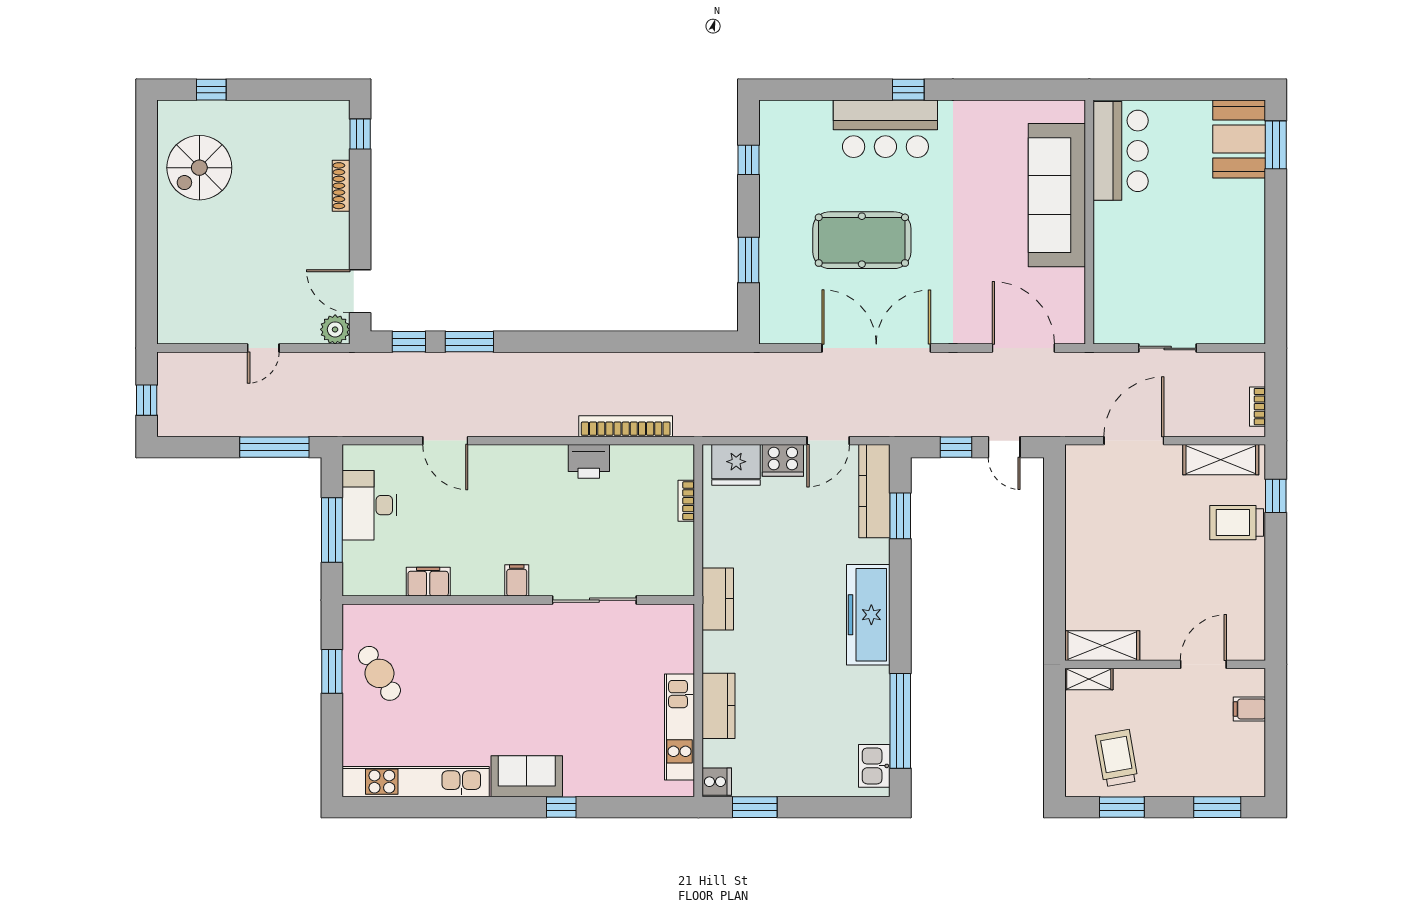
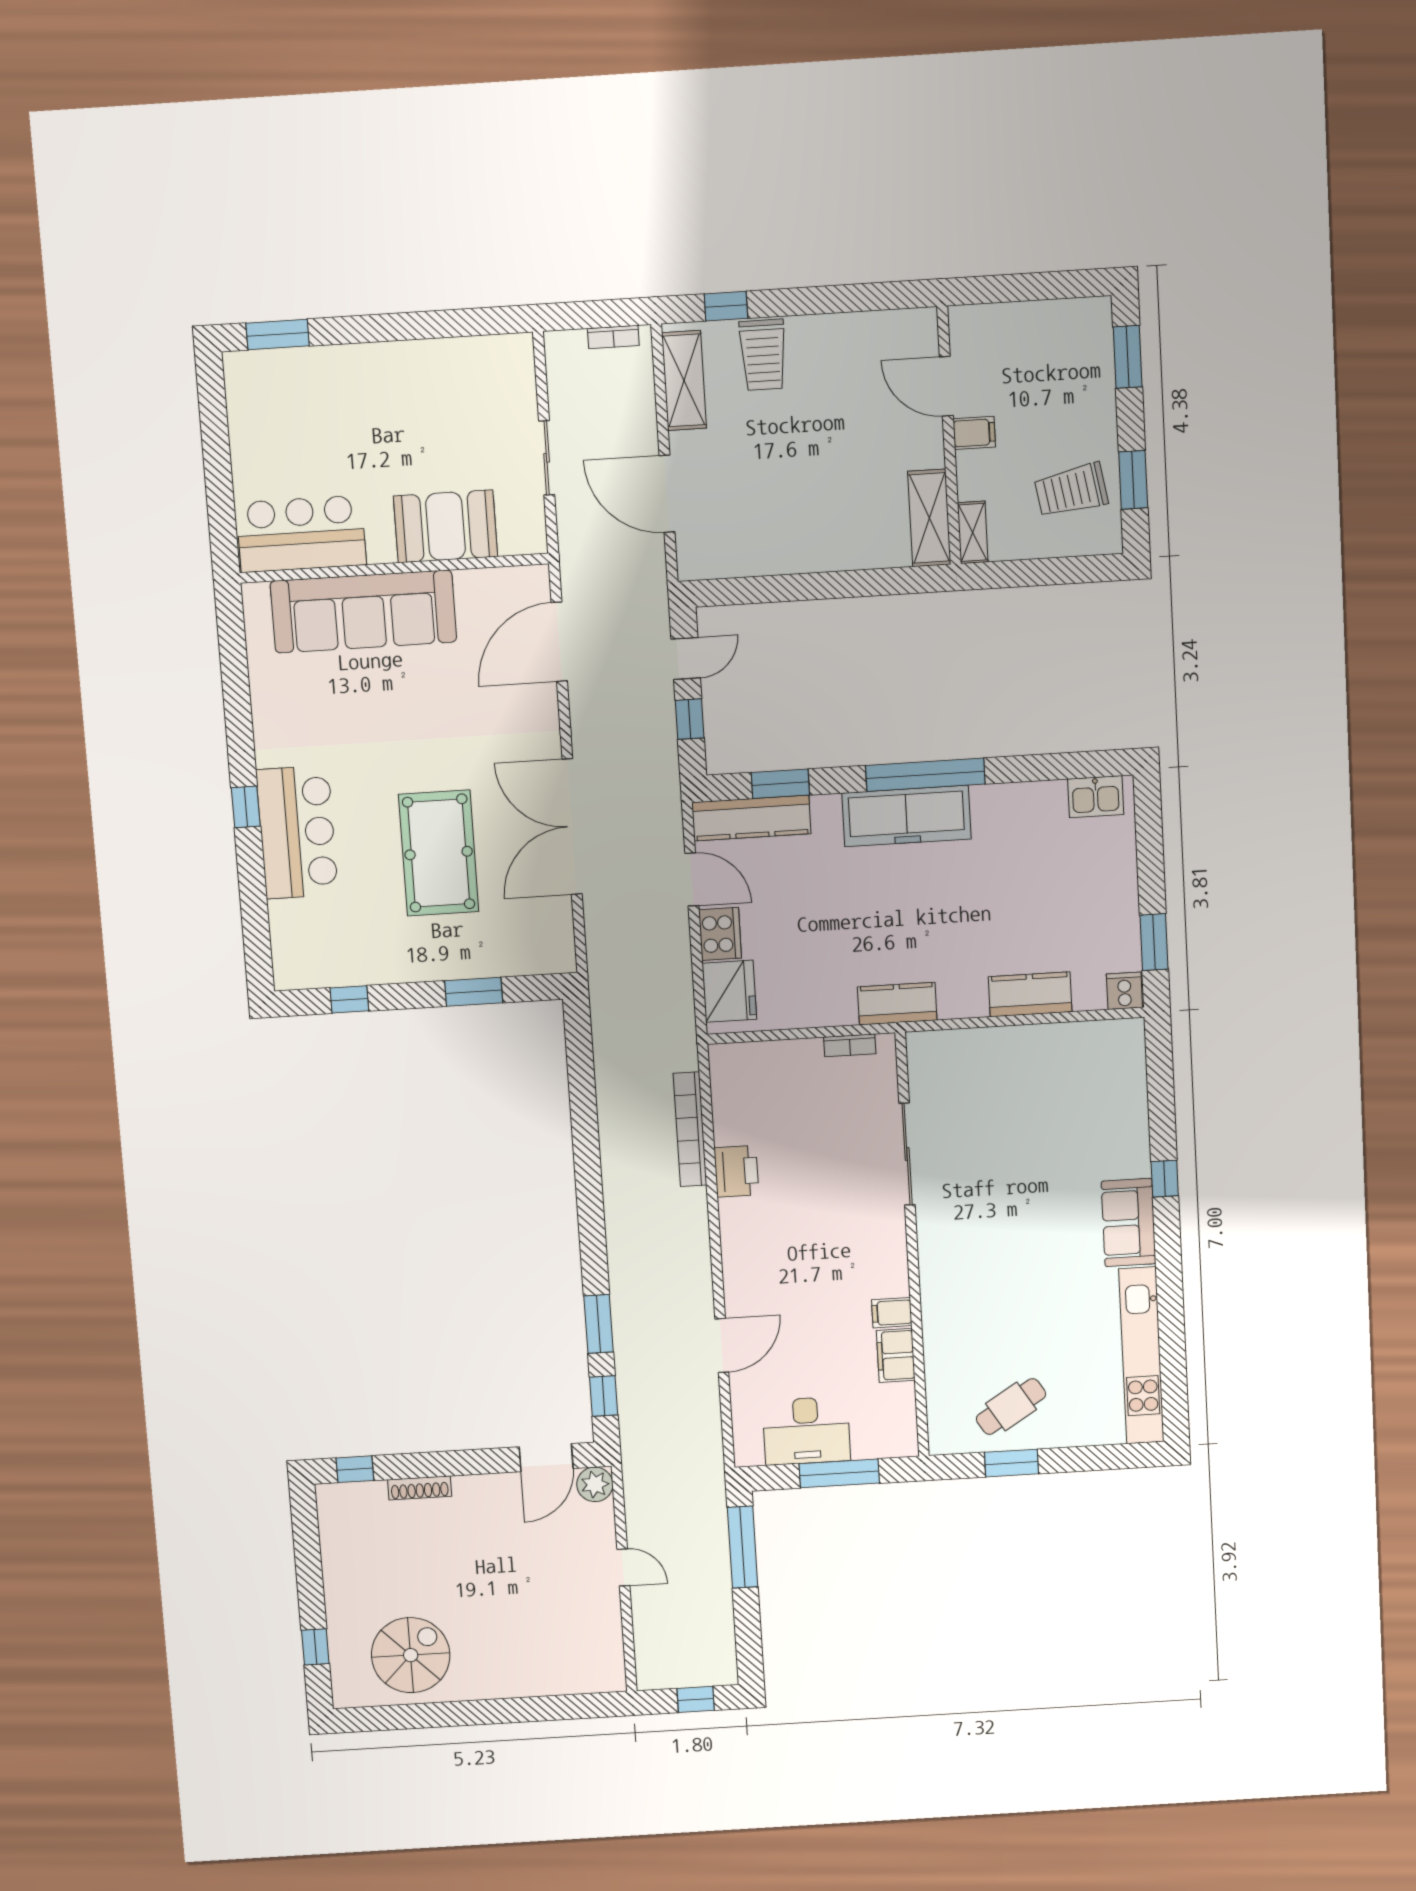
booth: (1239, 139) -> (446, 526), moved
spiral stairs: (199, 168) -> (411, 1655), turned -90
bookcase: (686, 501) -> (850, 1045), moved
filing cabinet: (517, 580) -> (892, 1313), moved
filing cabinet: (1249, 709) -> (974, 433), moved, turned -90
window: (900, 721) -> (925, 775), moved
kitchen unit: (680, 727) -> (1059, 1041), removed

